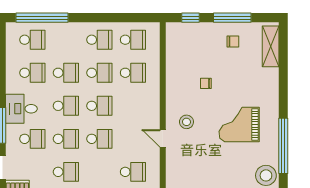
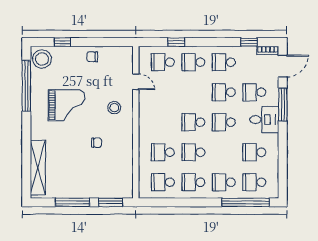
window: (190, 18) -> (111, 202), width x1.50
chair: (233, 41) -> (92, 57), moved
shelving: (271, 46) -> (38, 168), width x1.47
school desk: (66, 73) -> (224, 182), moved
door: (163, 138) -> (136, 82), moved
school desk: (99, 139) -> (193, 62), moved

